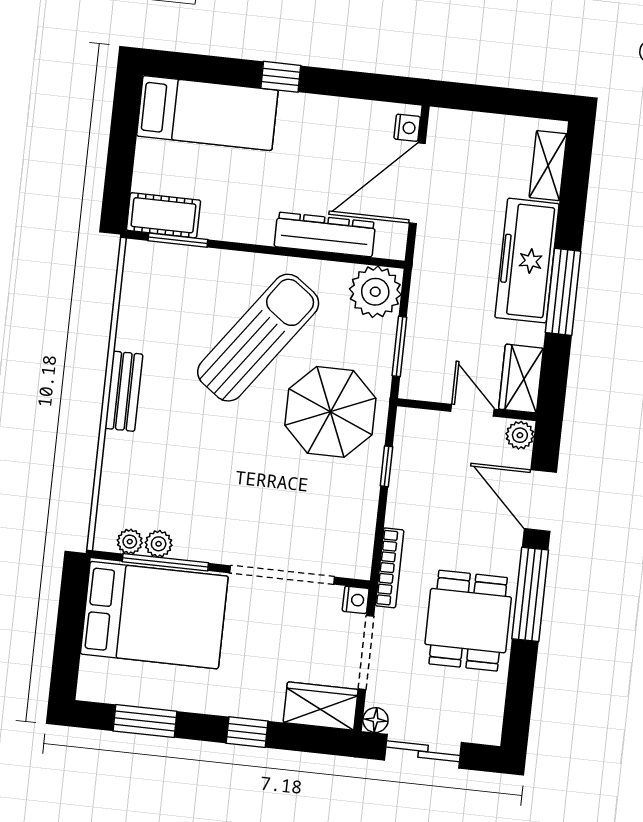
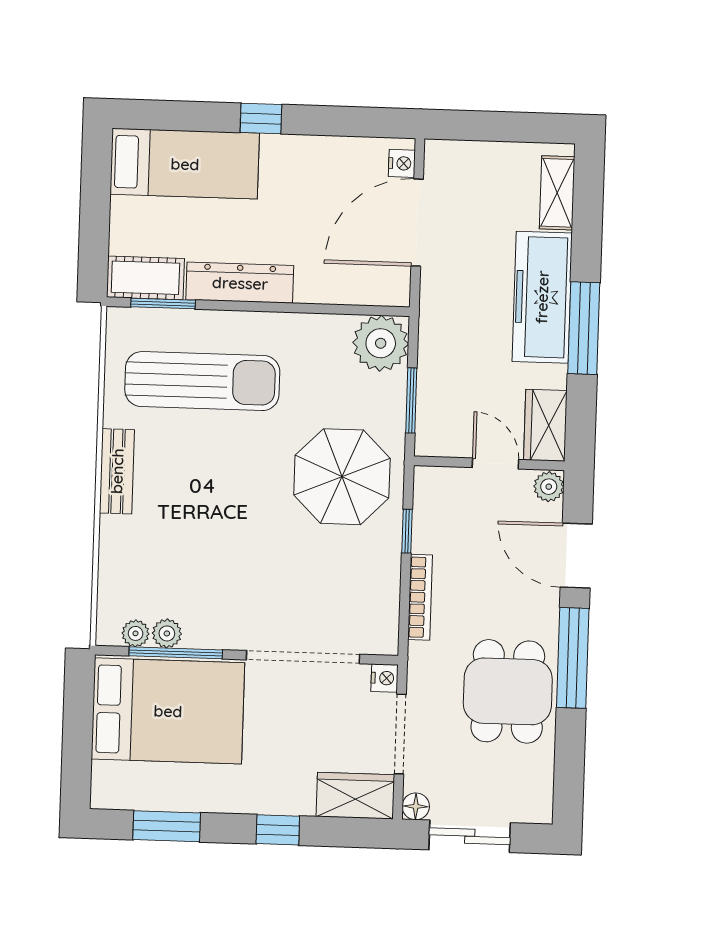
dresser: (325, 234) -> (240, 283), moved
sun lounger: (258, 338) -> (202, 381), moved, turned 54
bookcase: (390, 568) -> (420, 597), moved

